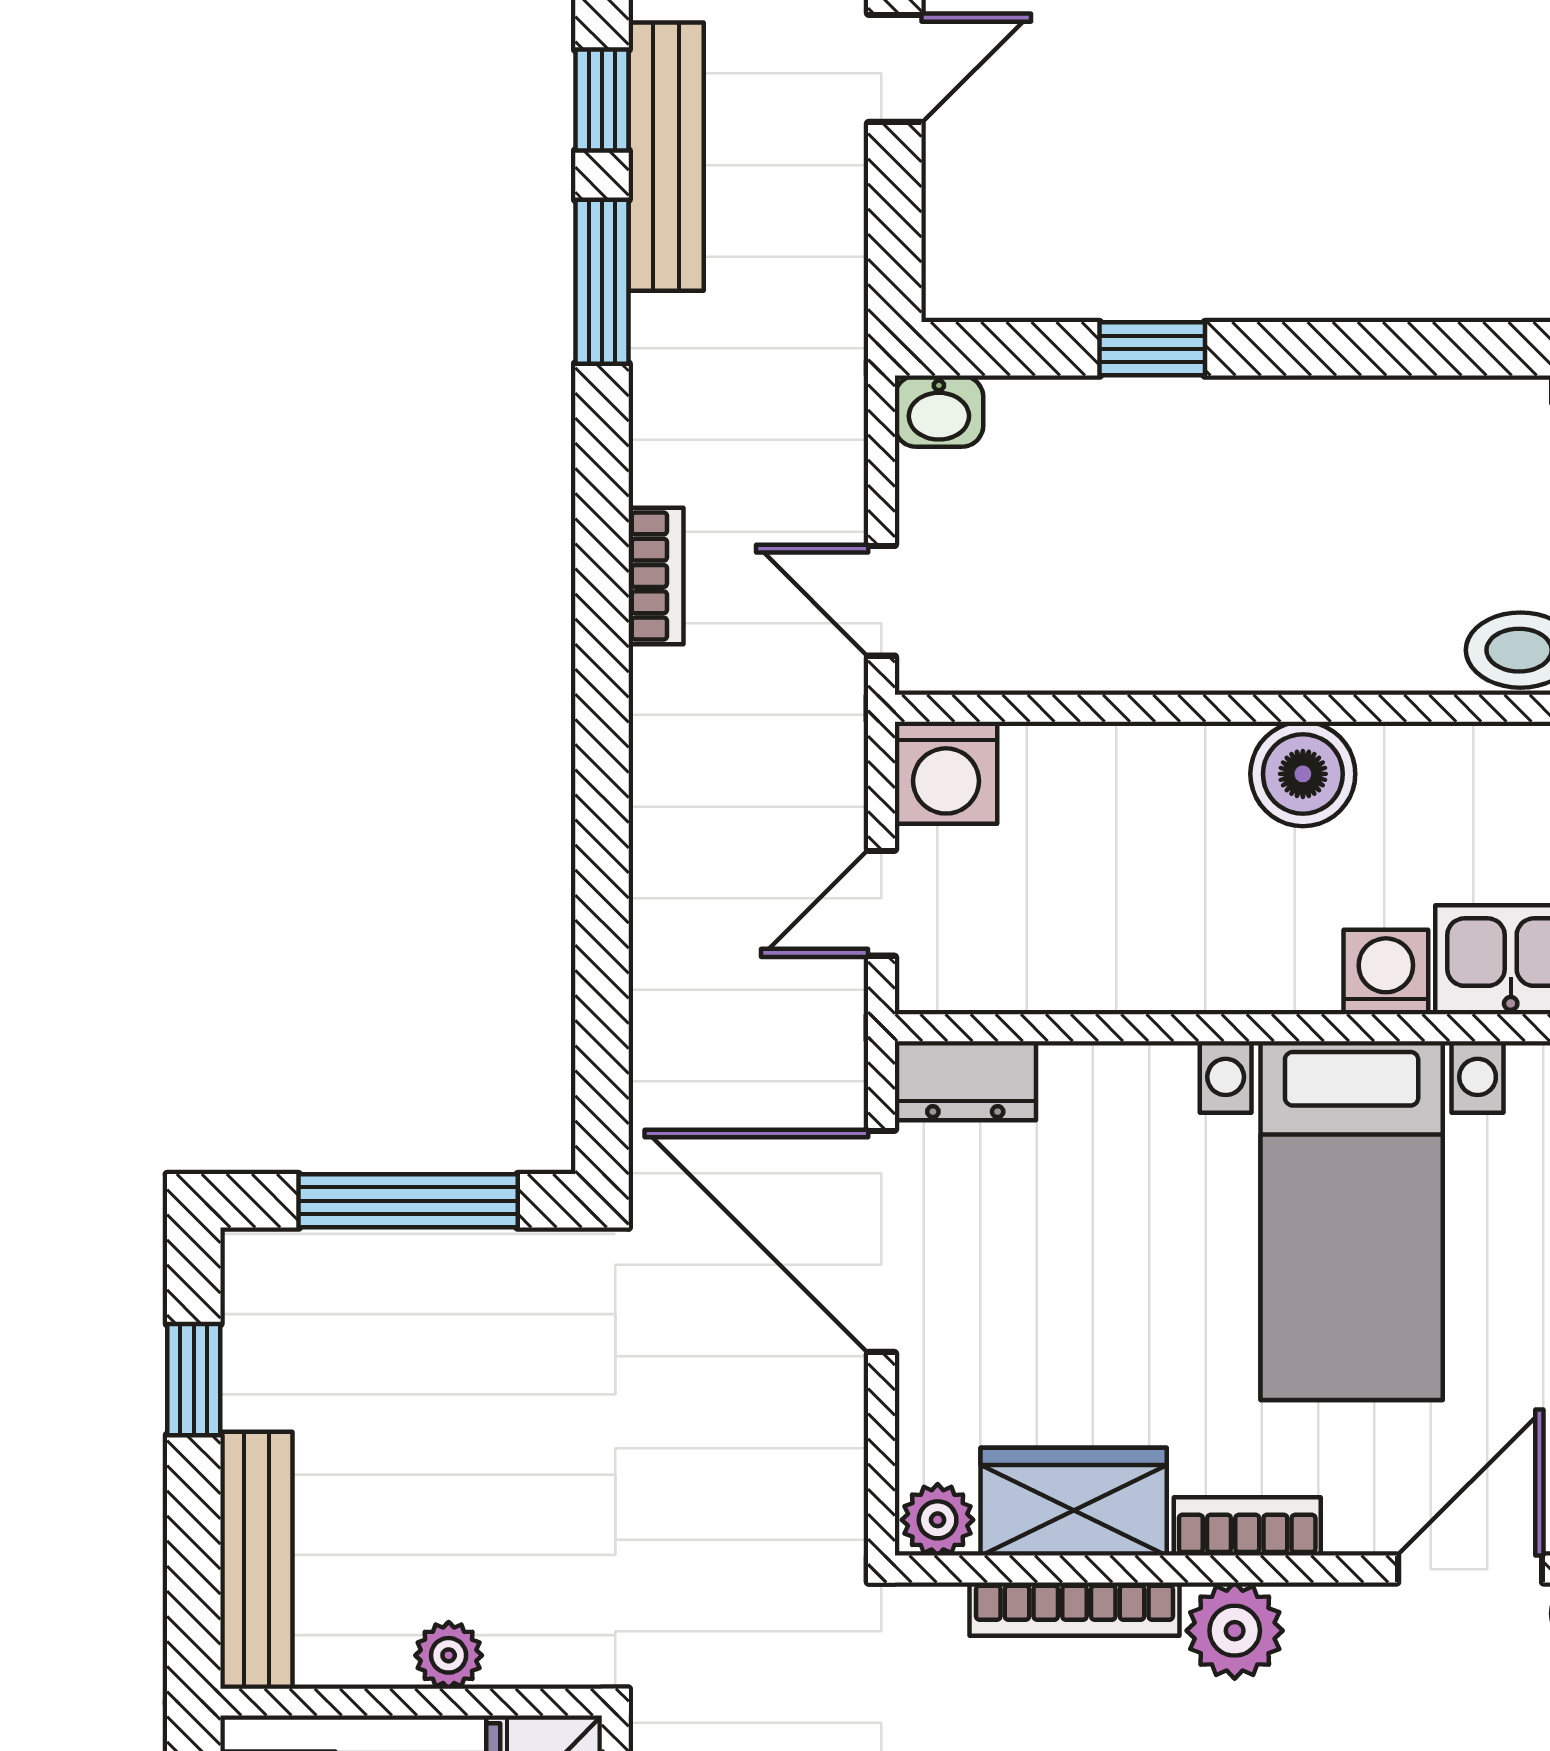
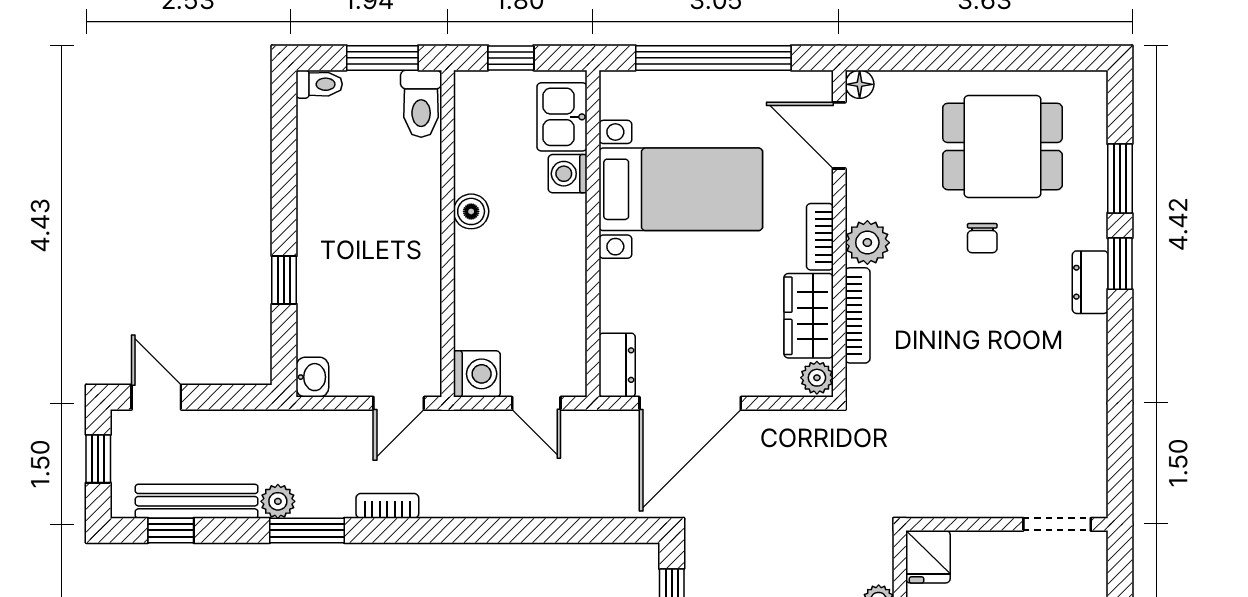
window: (602, 282) -> (307, 530), moved
plant: (666, 335) -> (278, 501), added
boiler: (1303, 774) -> (471, 211), width x0.73, depth x0.73

